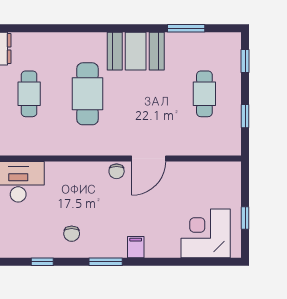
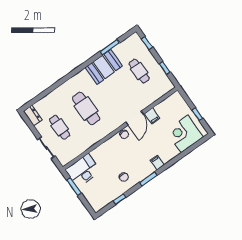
booth: (136, 51) -> (104, 67), moved
filing cabinet: (177, 173) -> (152, 116), added

